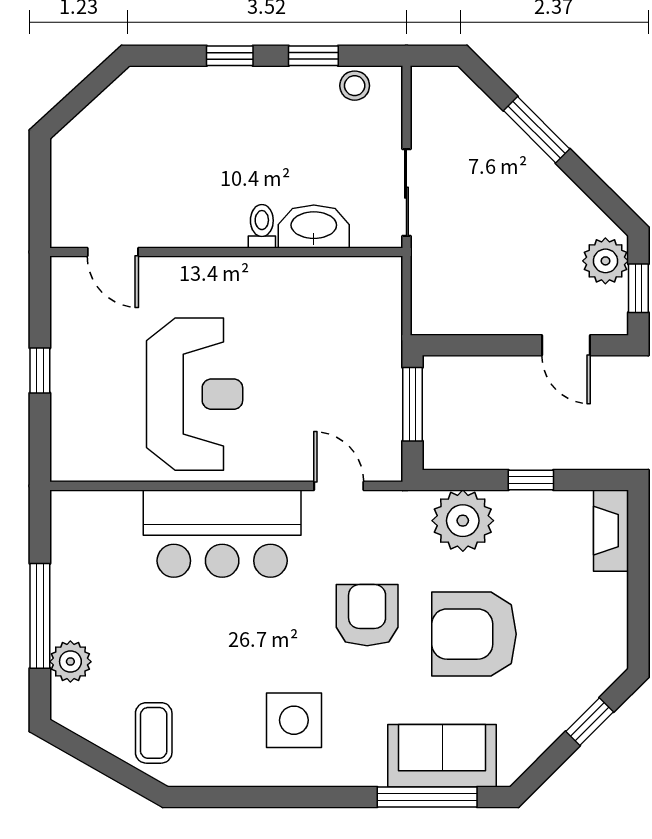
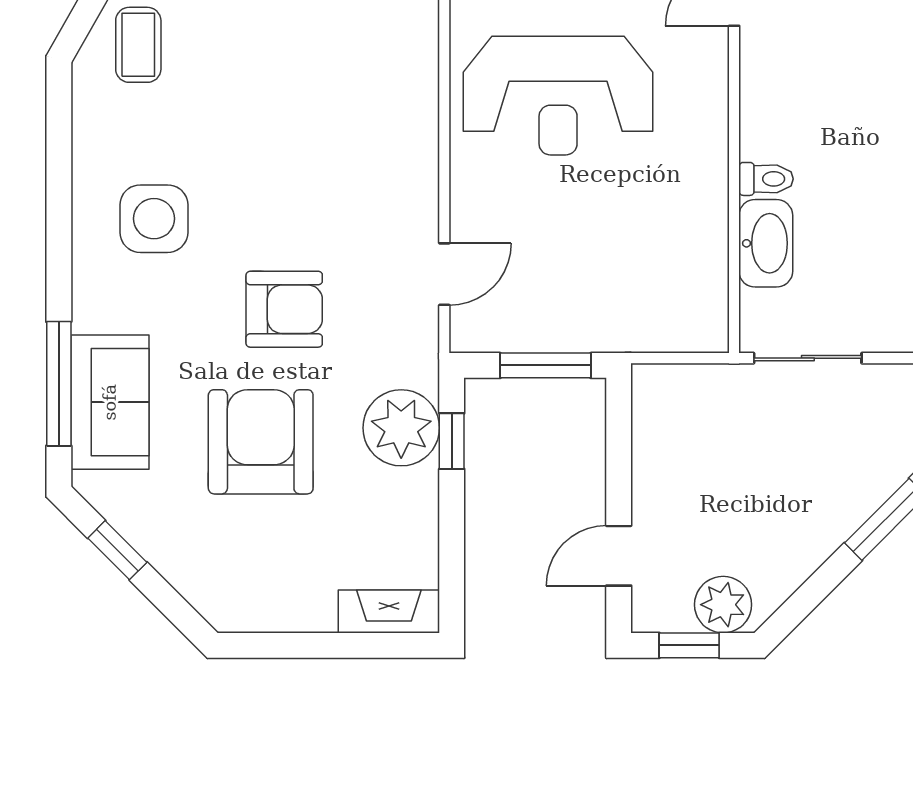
window: (531, 480) -> (452, 441), moved
bar counter: (222, 534) -> (385, 130), removed
window: (590, 722) -> (117, 550), moved
coffee table: (154, 733) -> (138, 45), turned 90

